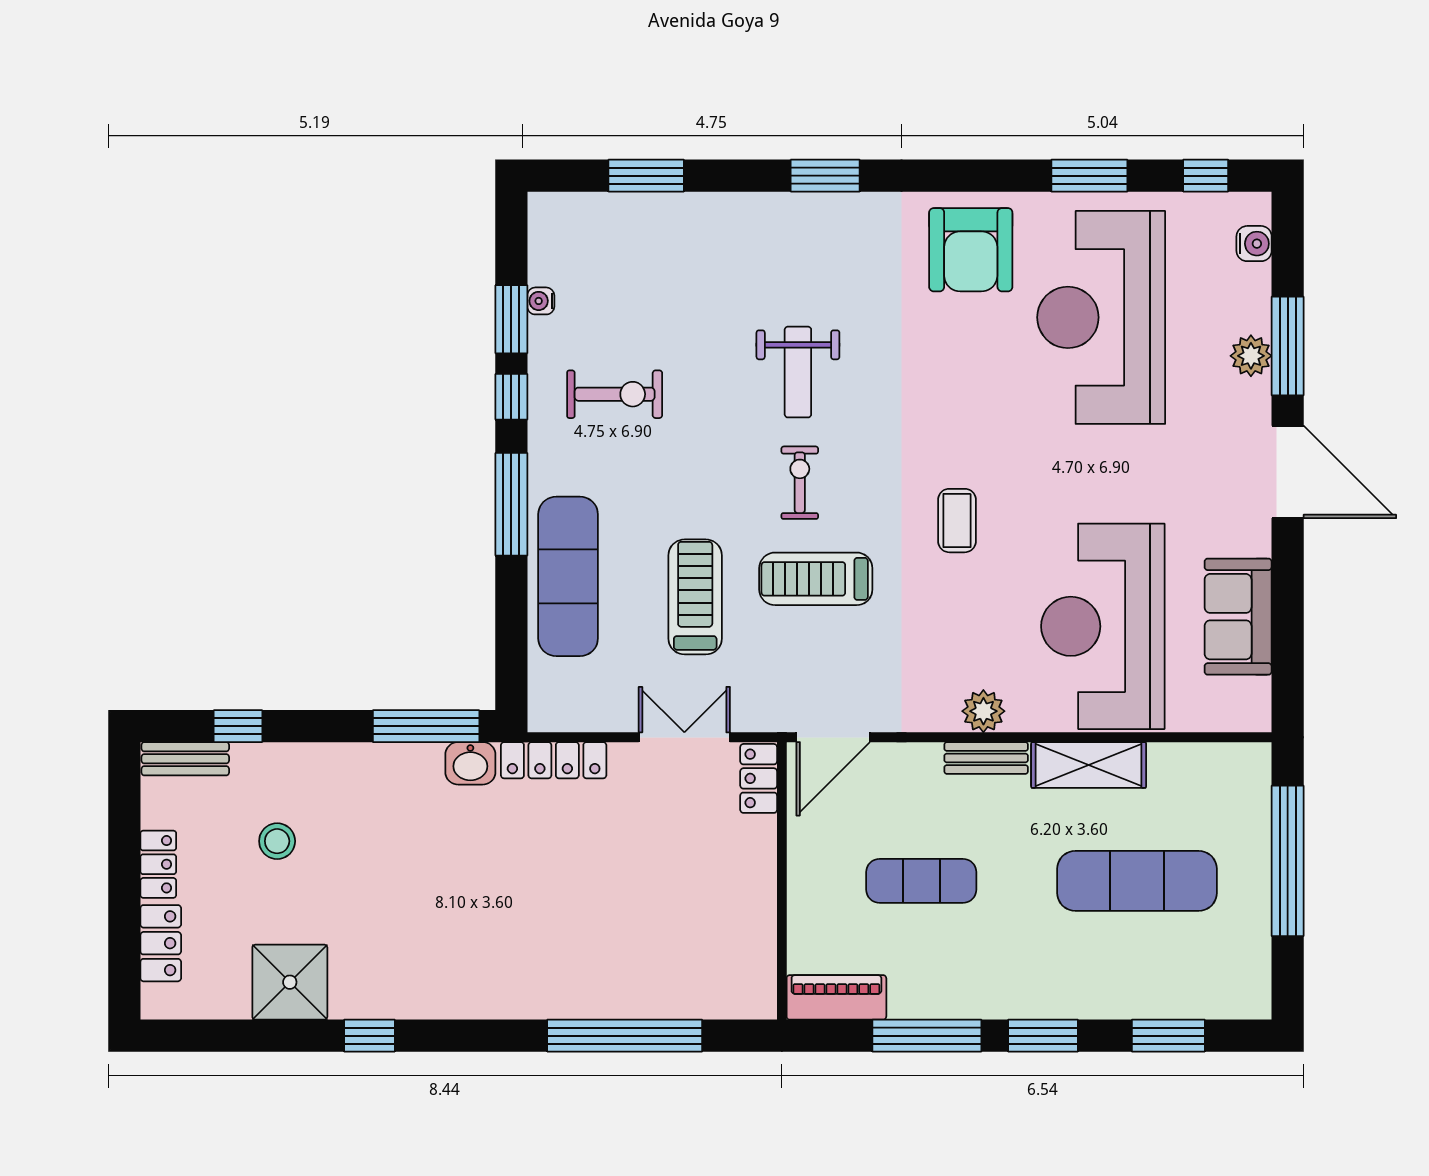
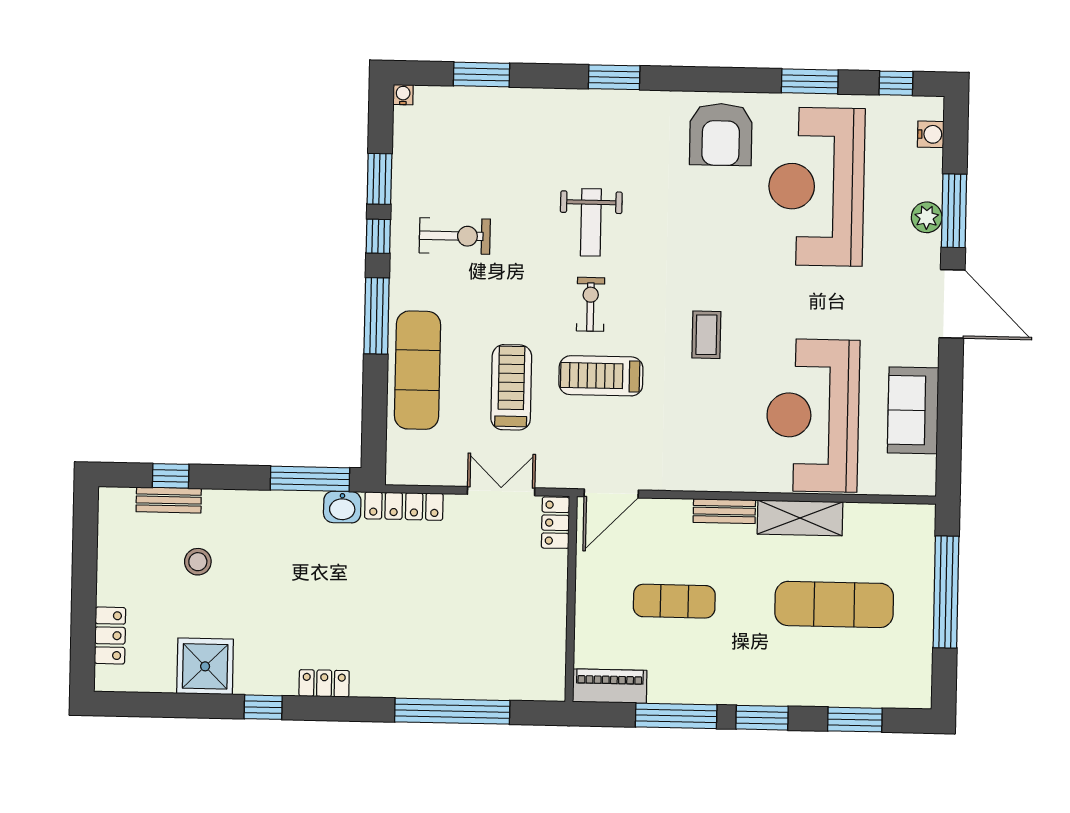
water cooler: (541, 301) -> (403, 95), moved, turned 90
plant: (983, 711) -> (723, 476), removed
bench: (185, 759) -> (169, 500), moved
locker: (158, 864) -> (324, 683), moved, turned -90

